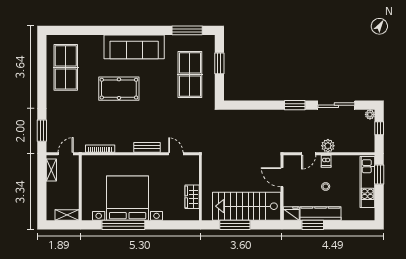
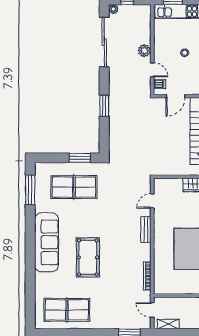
window: (219, 63) -> (80, 158), moved
window: (295, 105) -> (104, 106), moved
sliding door: (336, 105) -> (104, 42), width x1.36
dishwasher: (326, 161) -> (160, 84), moved

